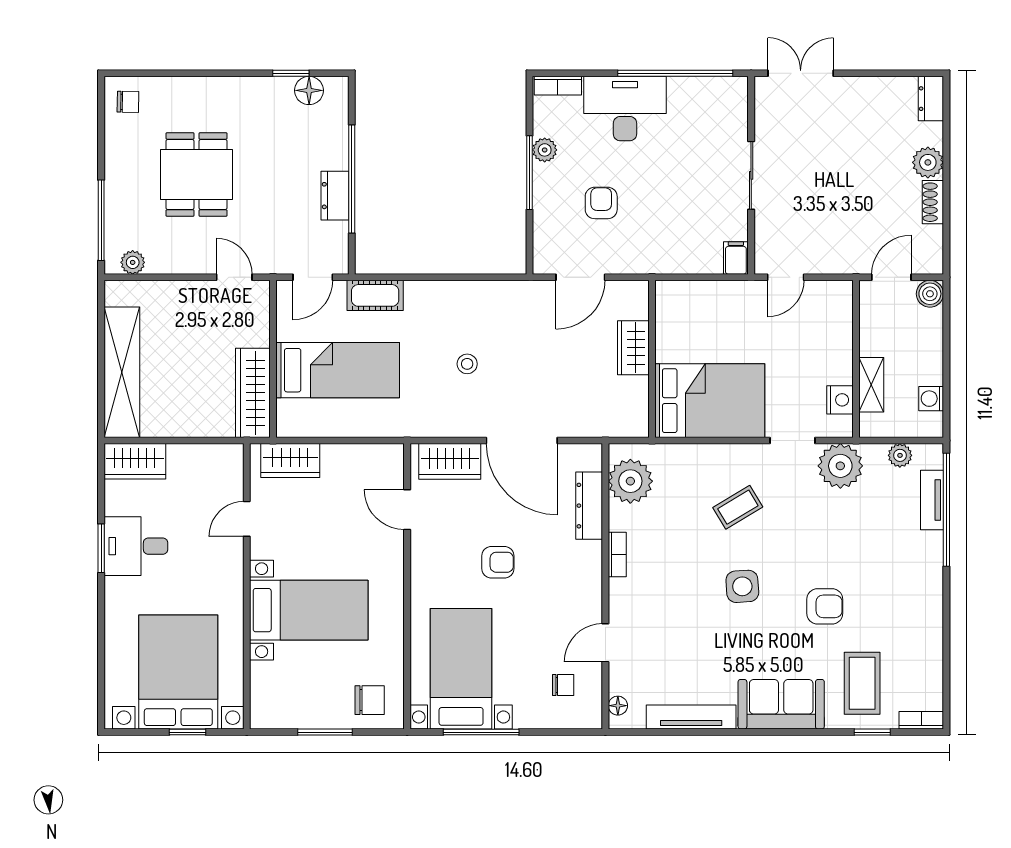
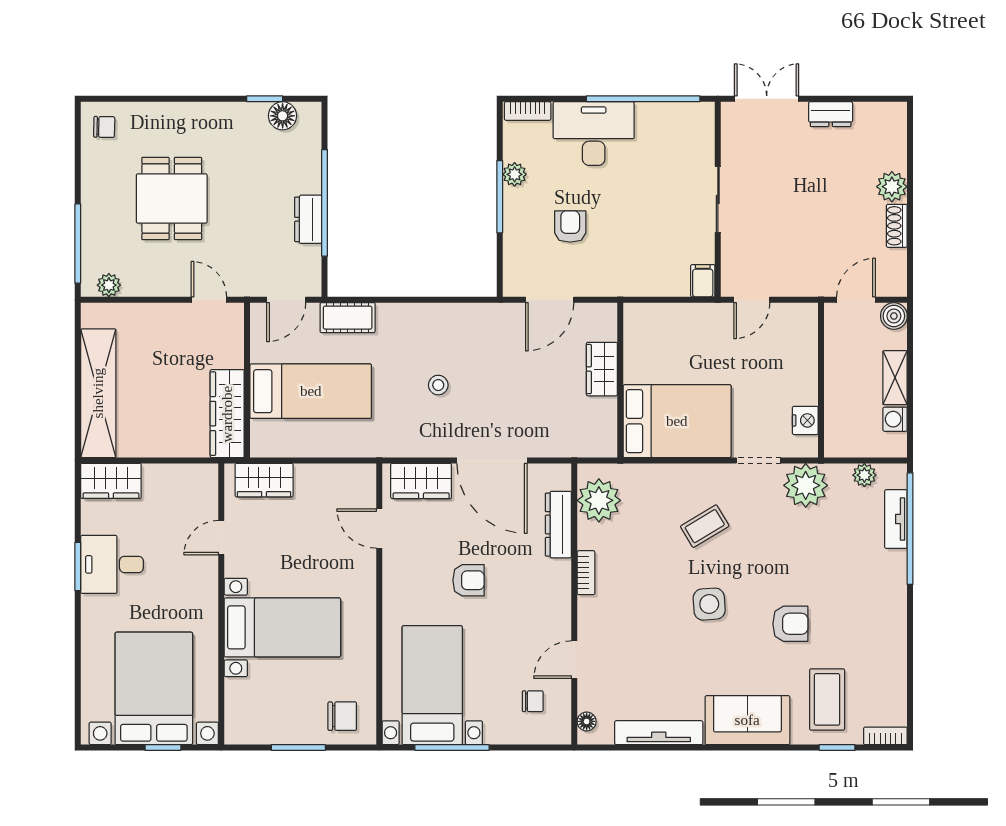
dresser: (931, 99) -> (831, 114), moved, turned -90
shelving: (871, 385) -> (895, 378), moved

